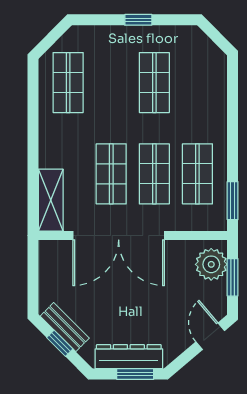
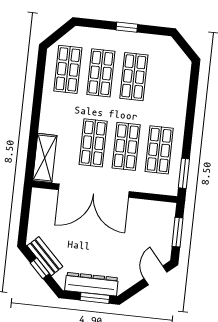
shop shelf: (111, 83) -> (101, 73), added
plant: (211, 264) -> (162, 220), removed

